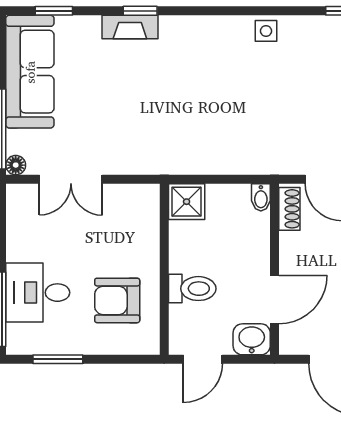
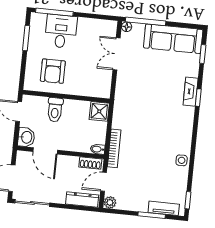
bookcase: (256, 165) -> (114, 148), added
armchair: (117, 300) -> (53, 71), turned 180

